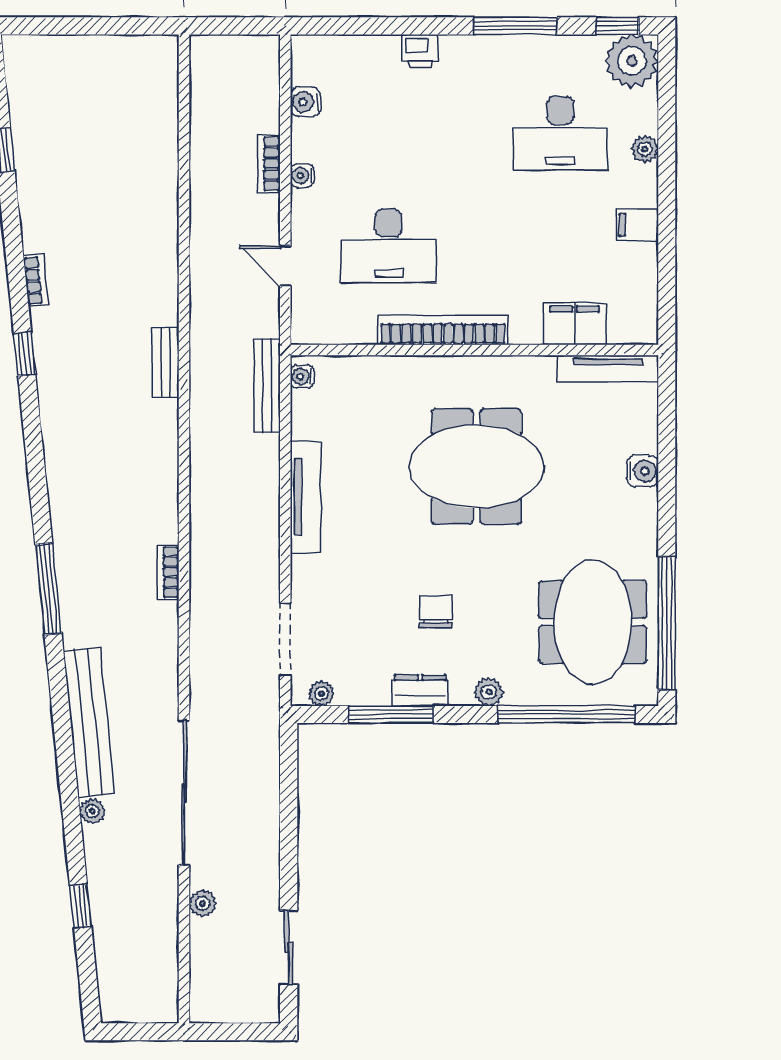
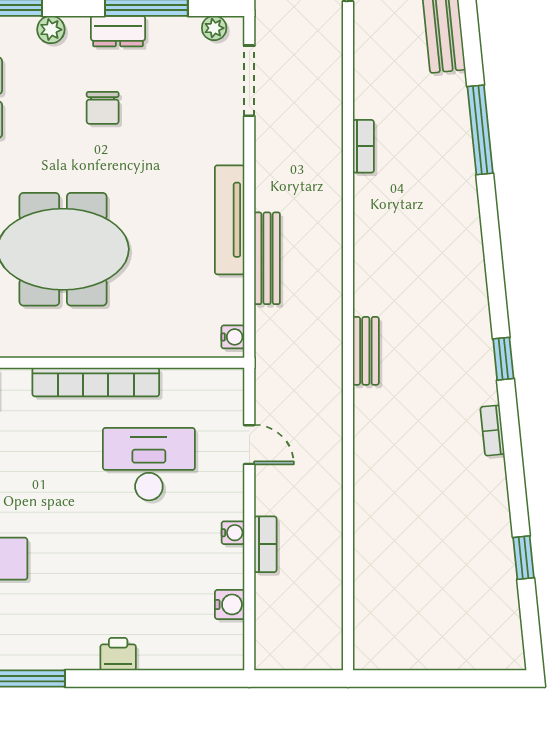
bench: (267, 386) -> (267, 258), moved

